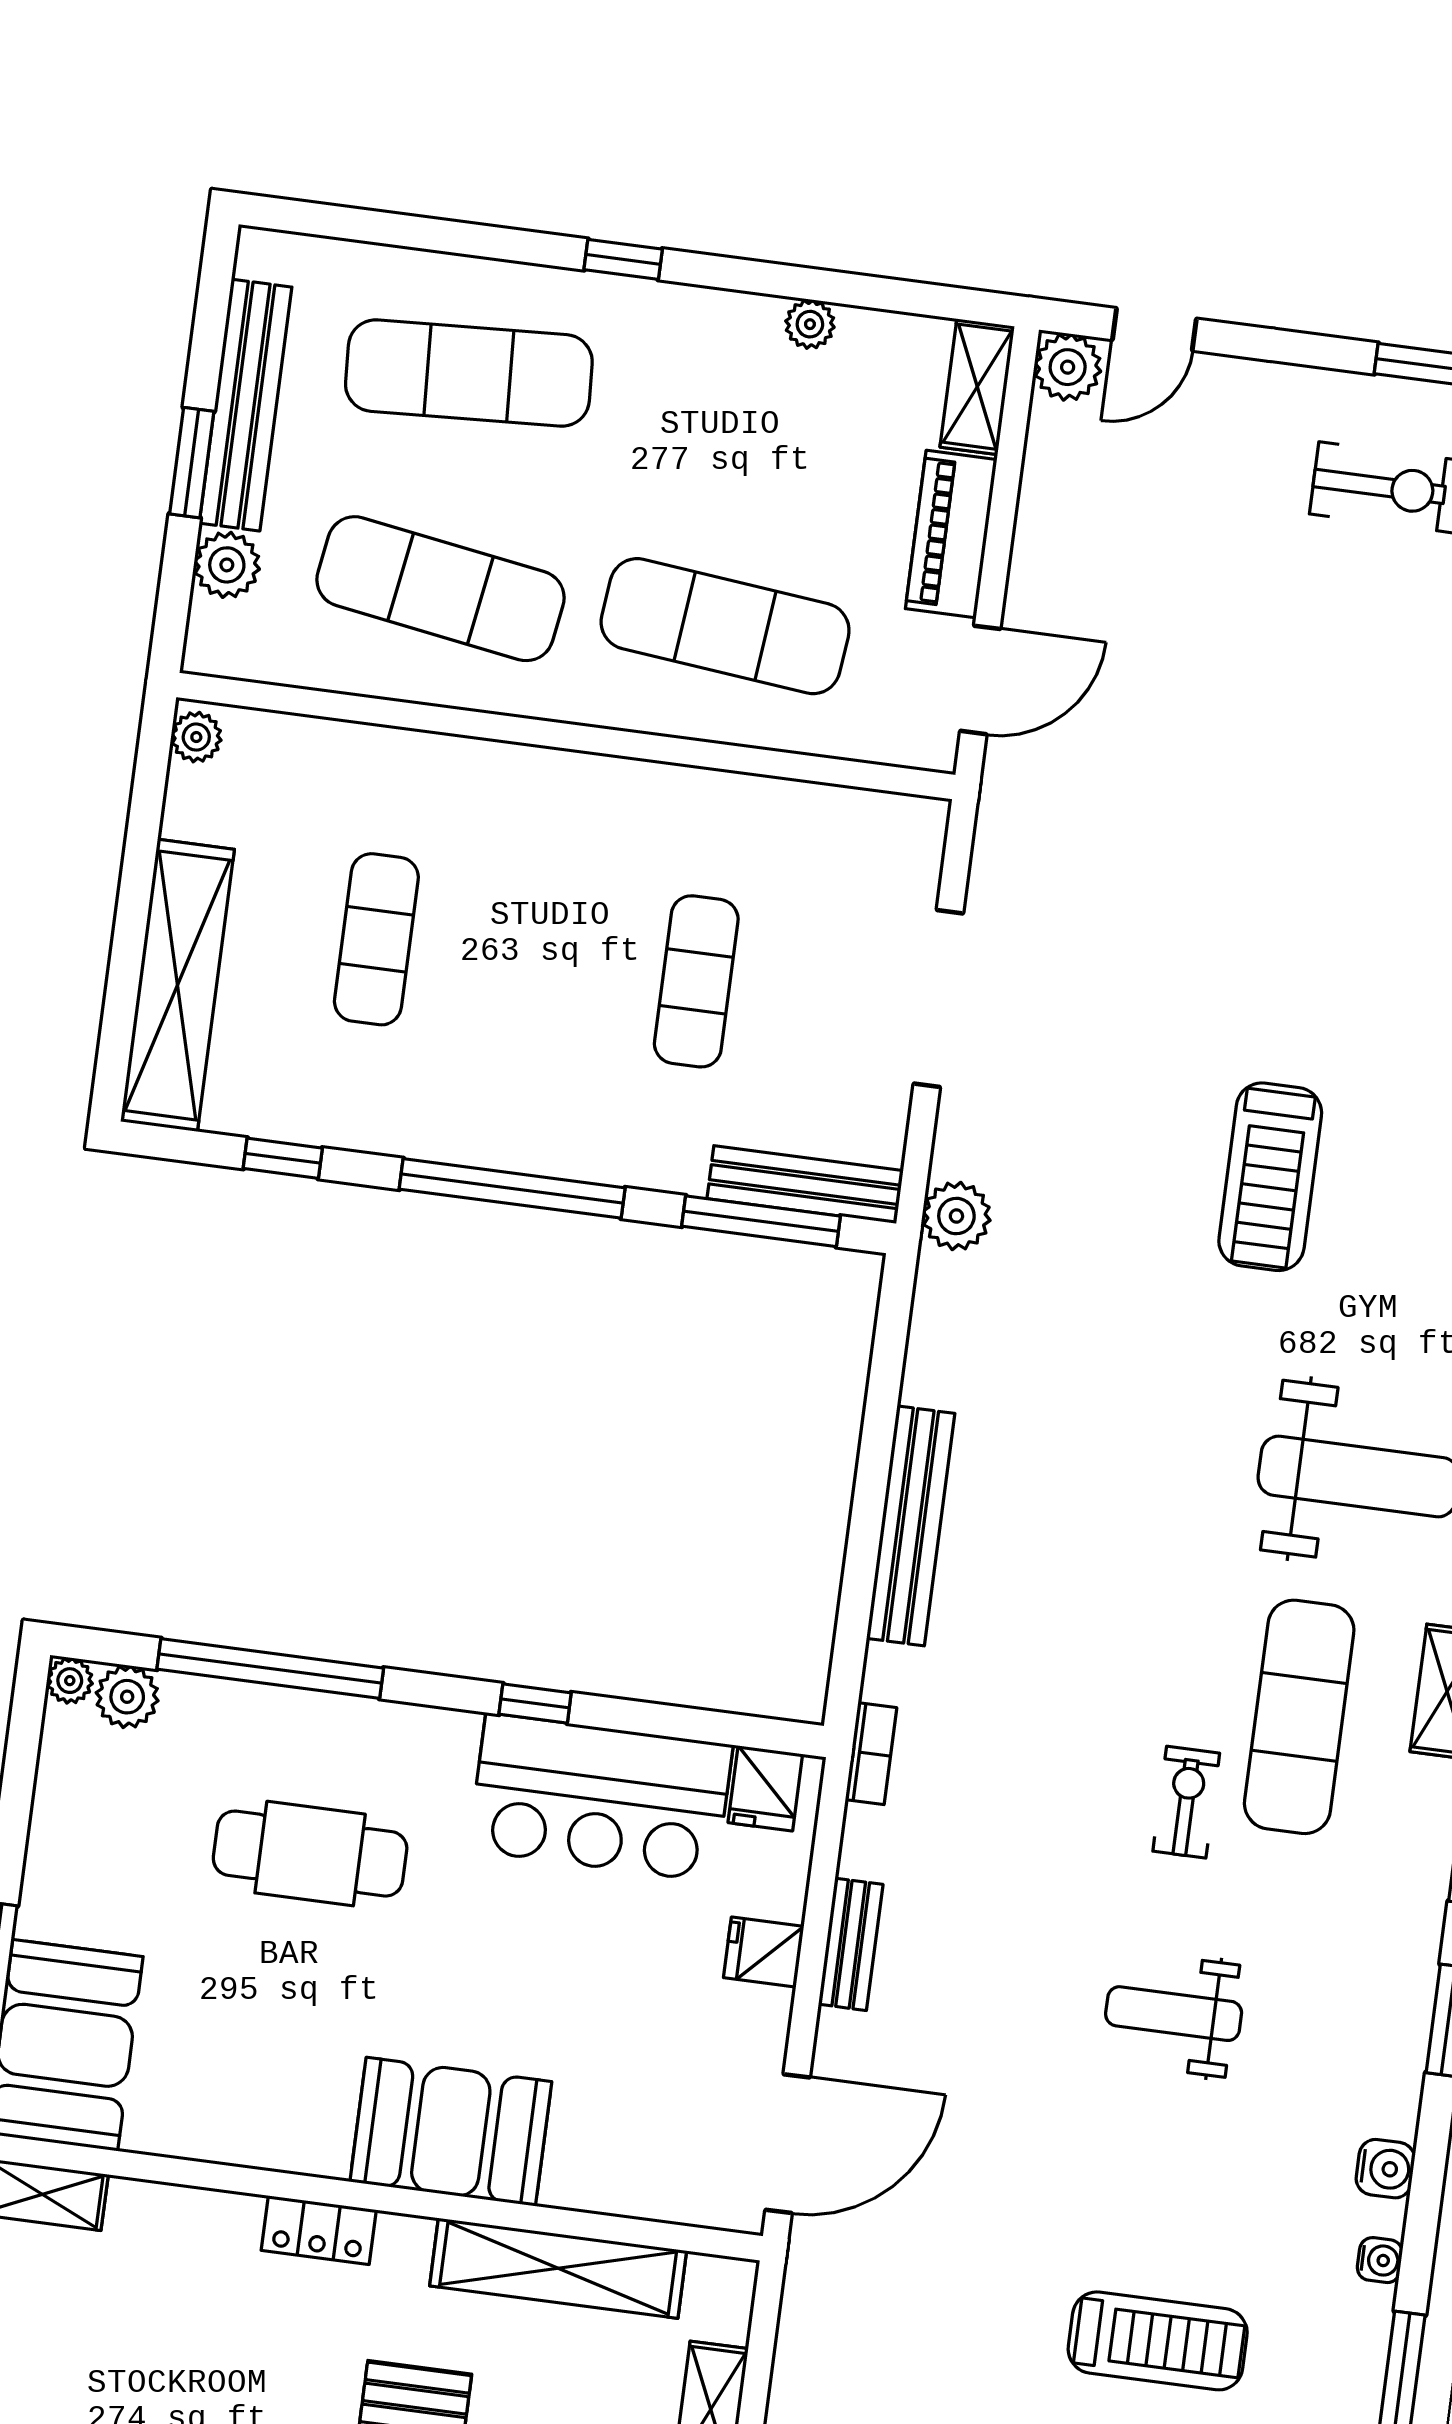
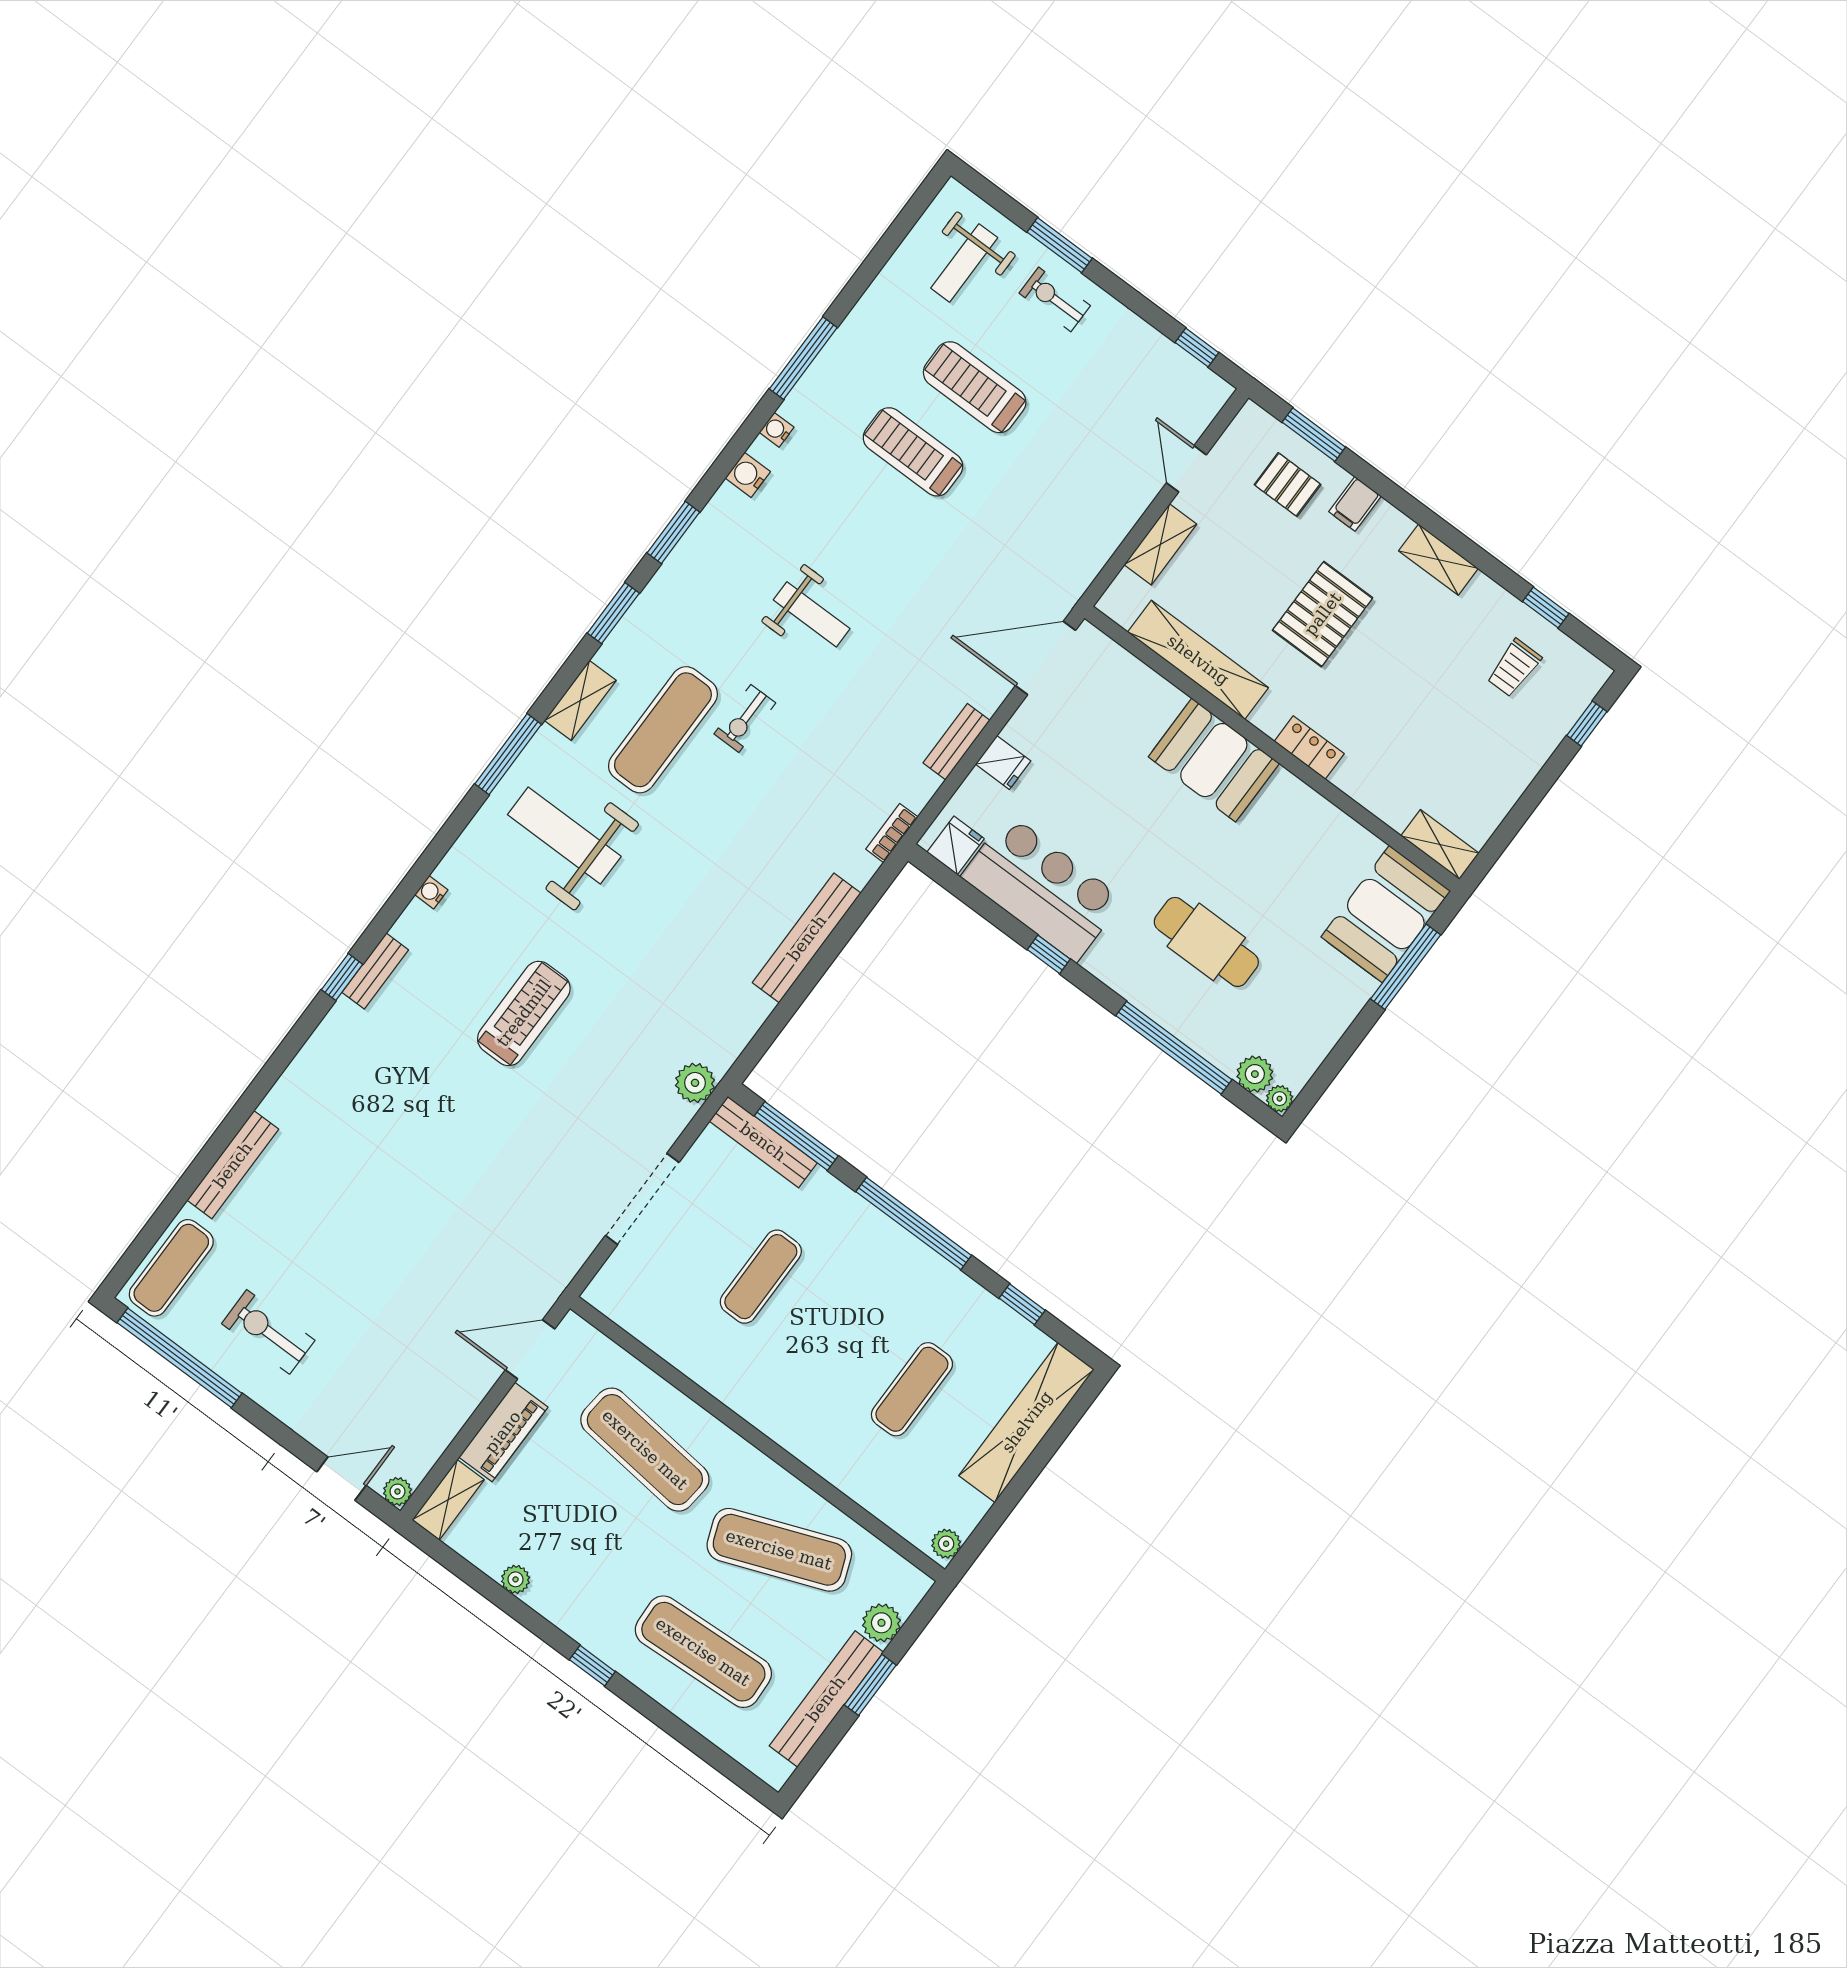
plant: (1068, 367) -> (397, 1491), width x0.73, depth x0.73
exercise mat: (440, 589) -> (779, 1550), turned -30

